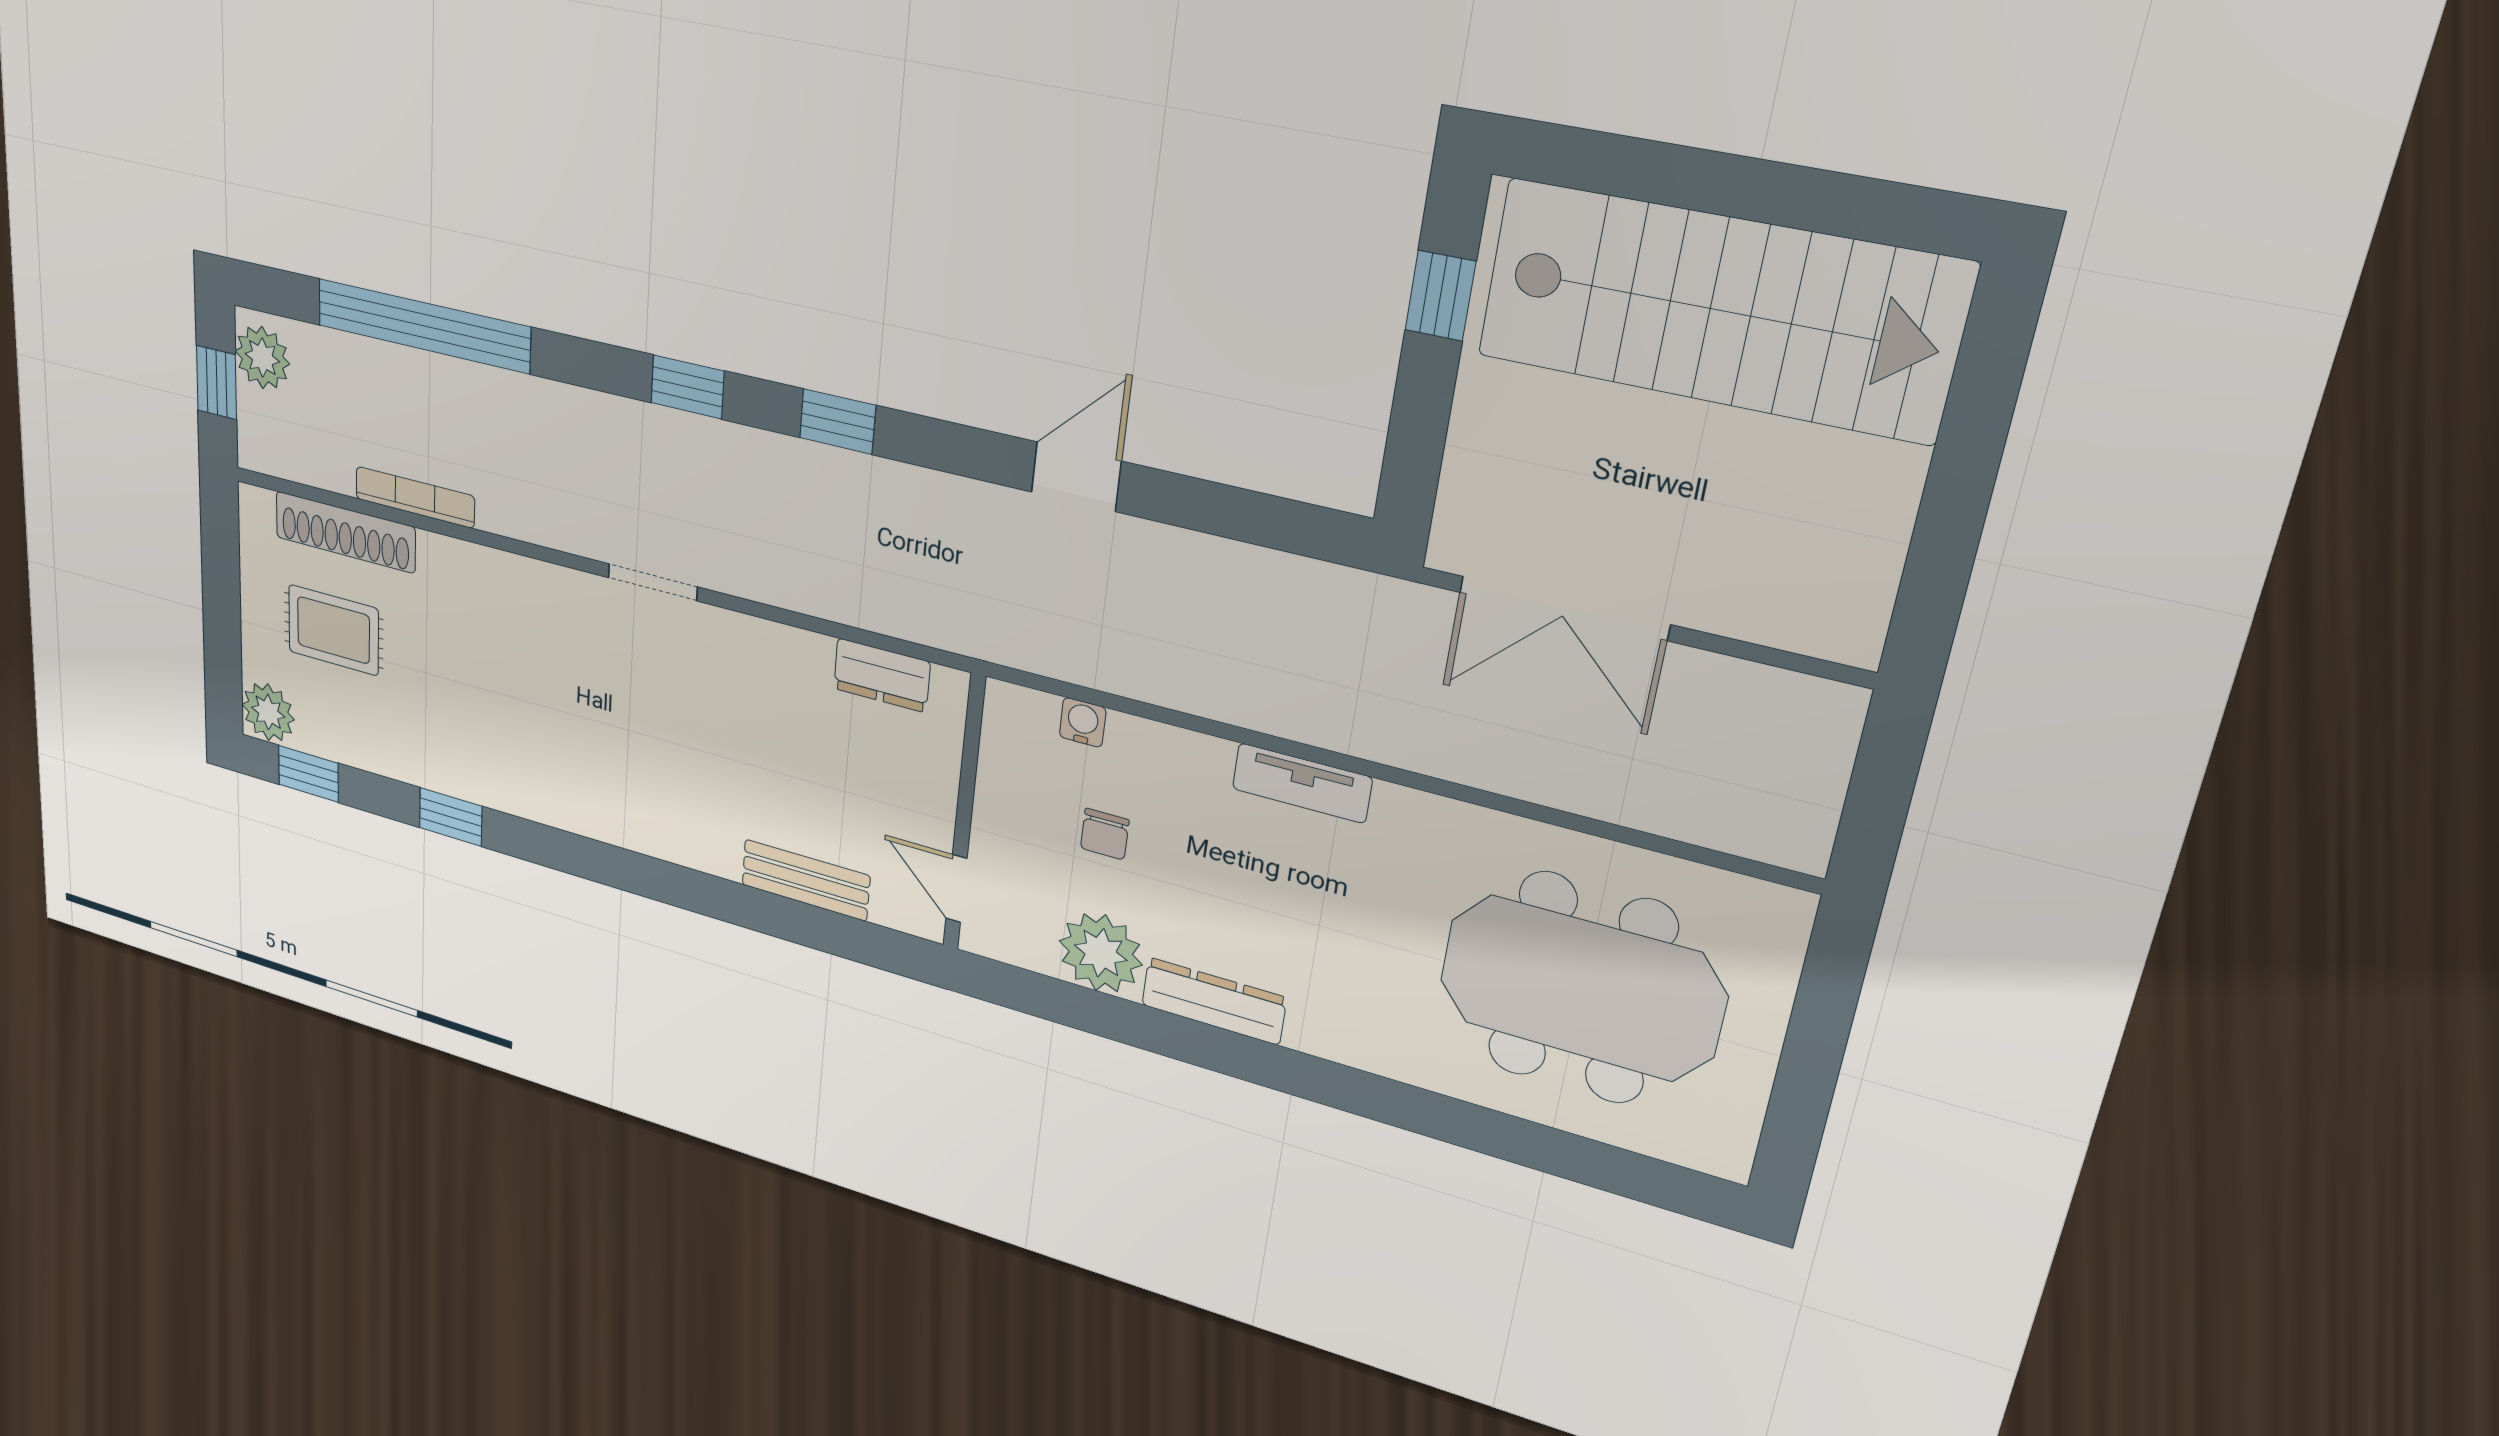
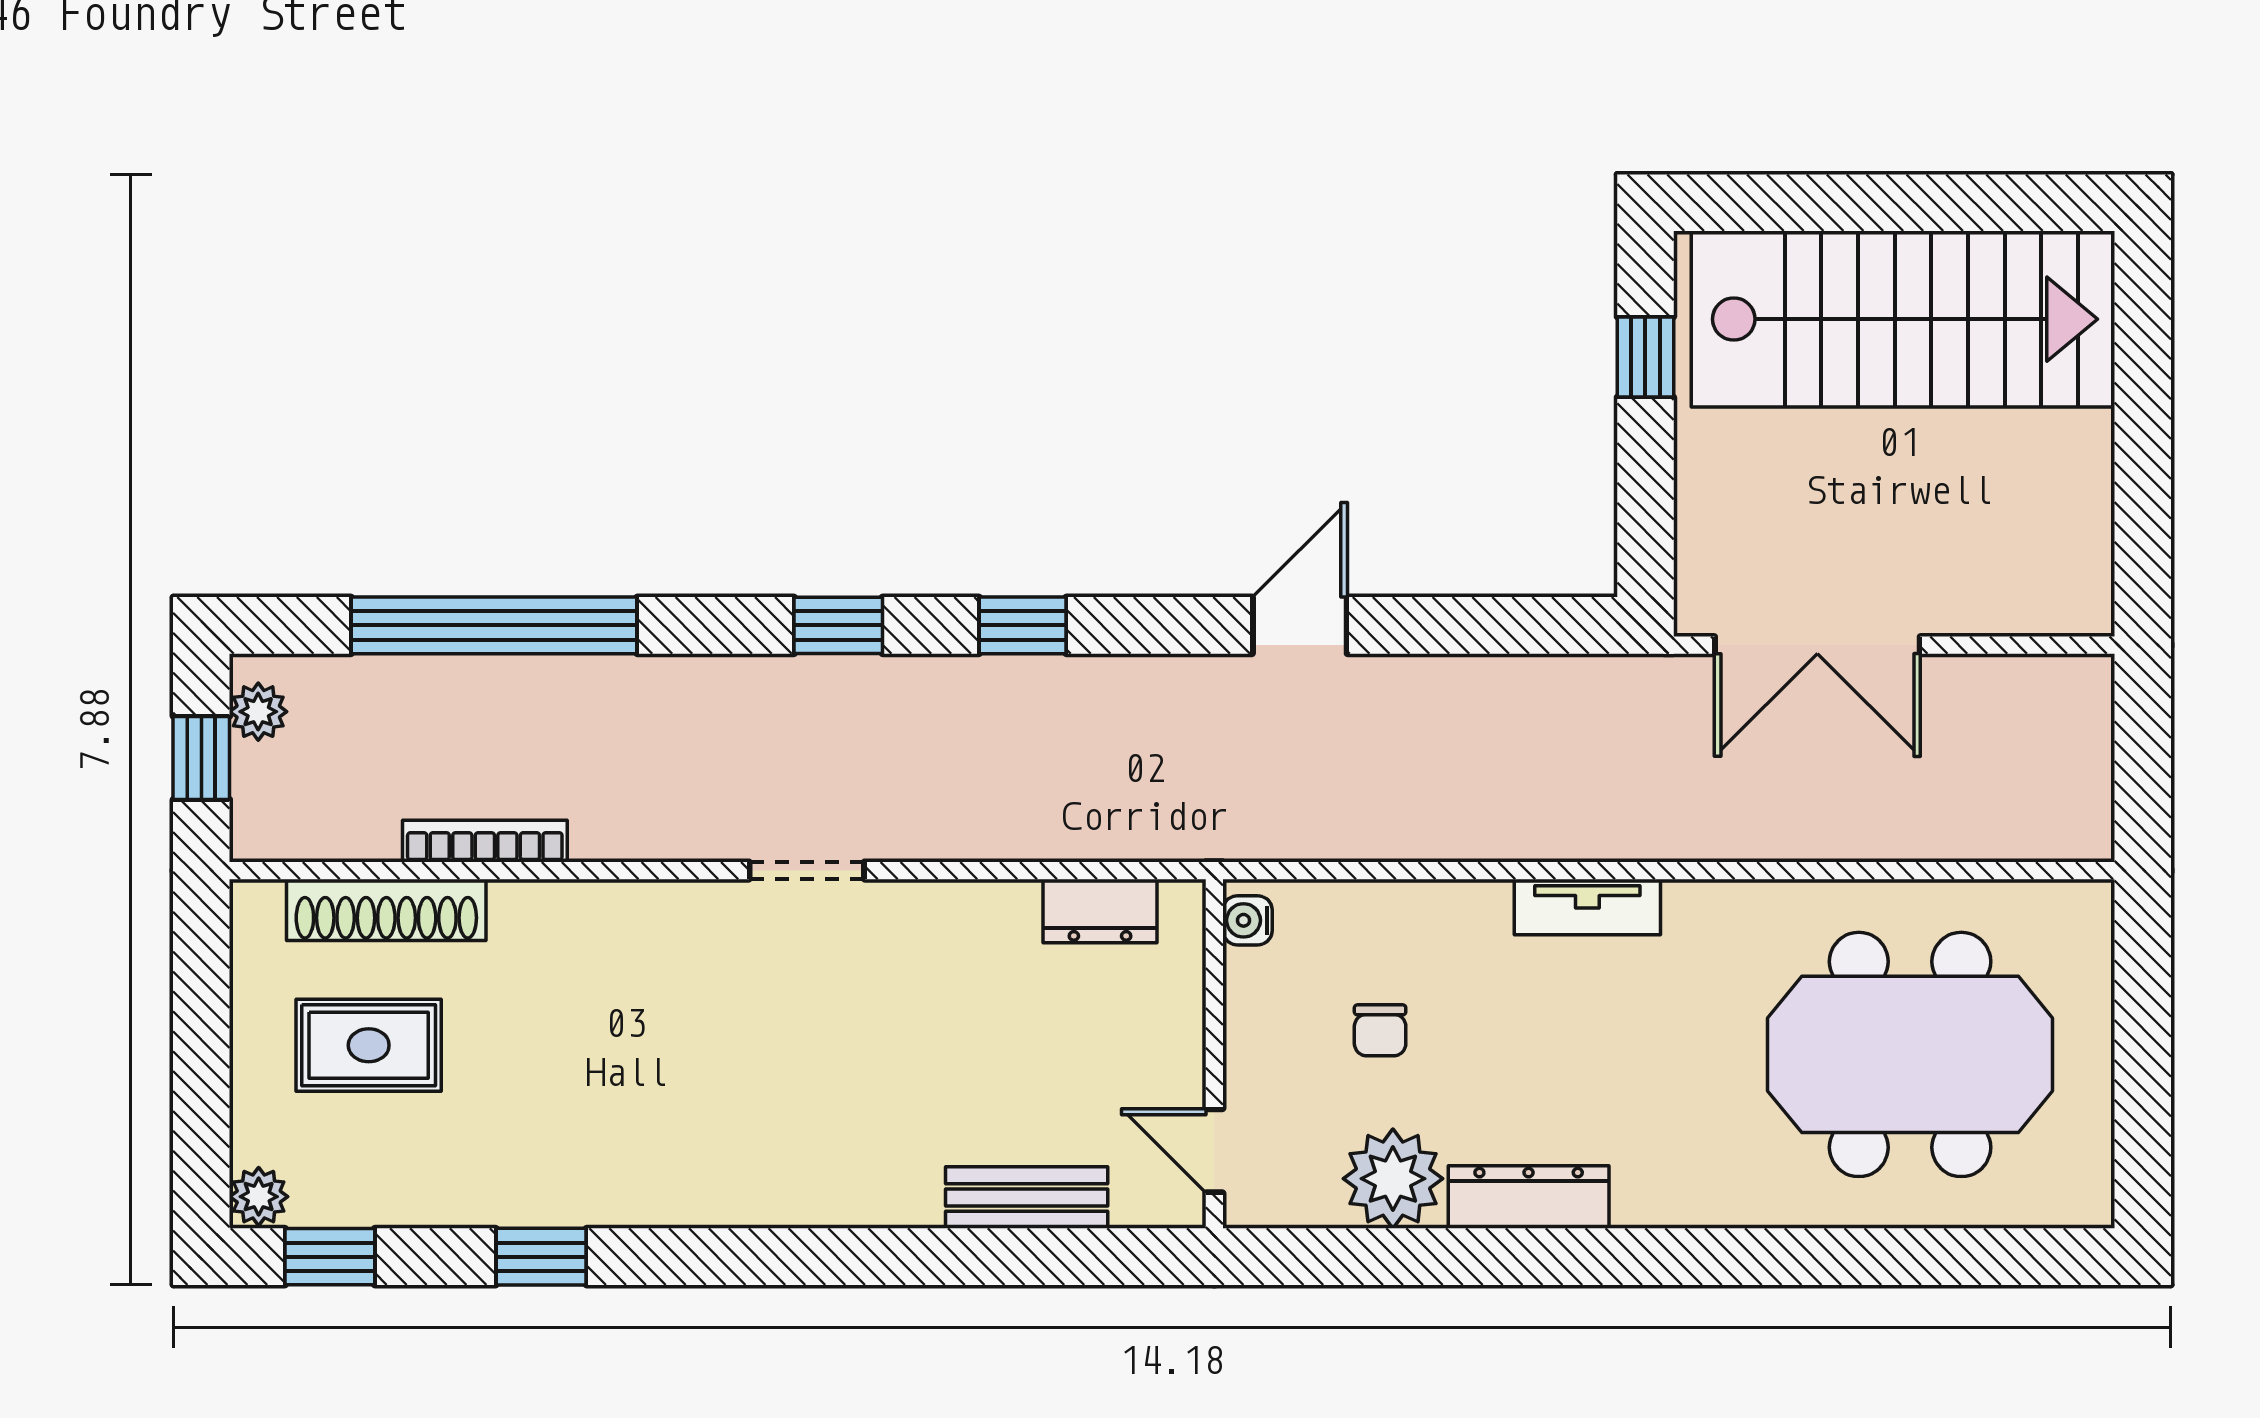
plant: (262, 358) -> (258, 712), width x0.73, depth x0.73
plant: (268, 712) -> (259, 1197), width x0.73, depth x0.73
water cooler: (1083, 722) -> (1247, 920), moved, turned -90

